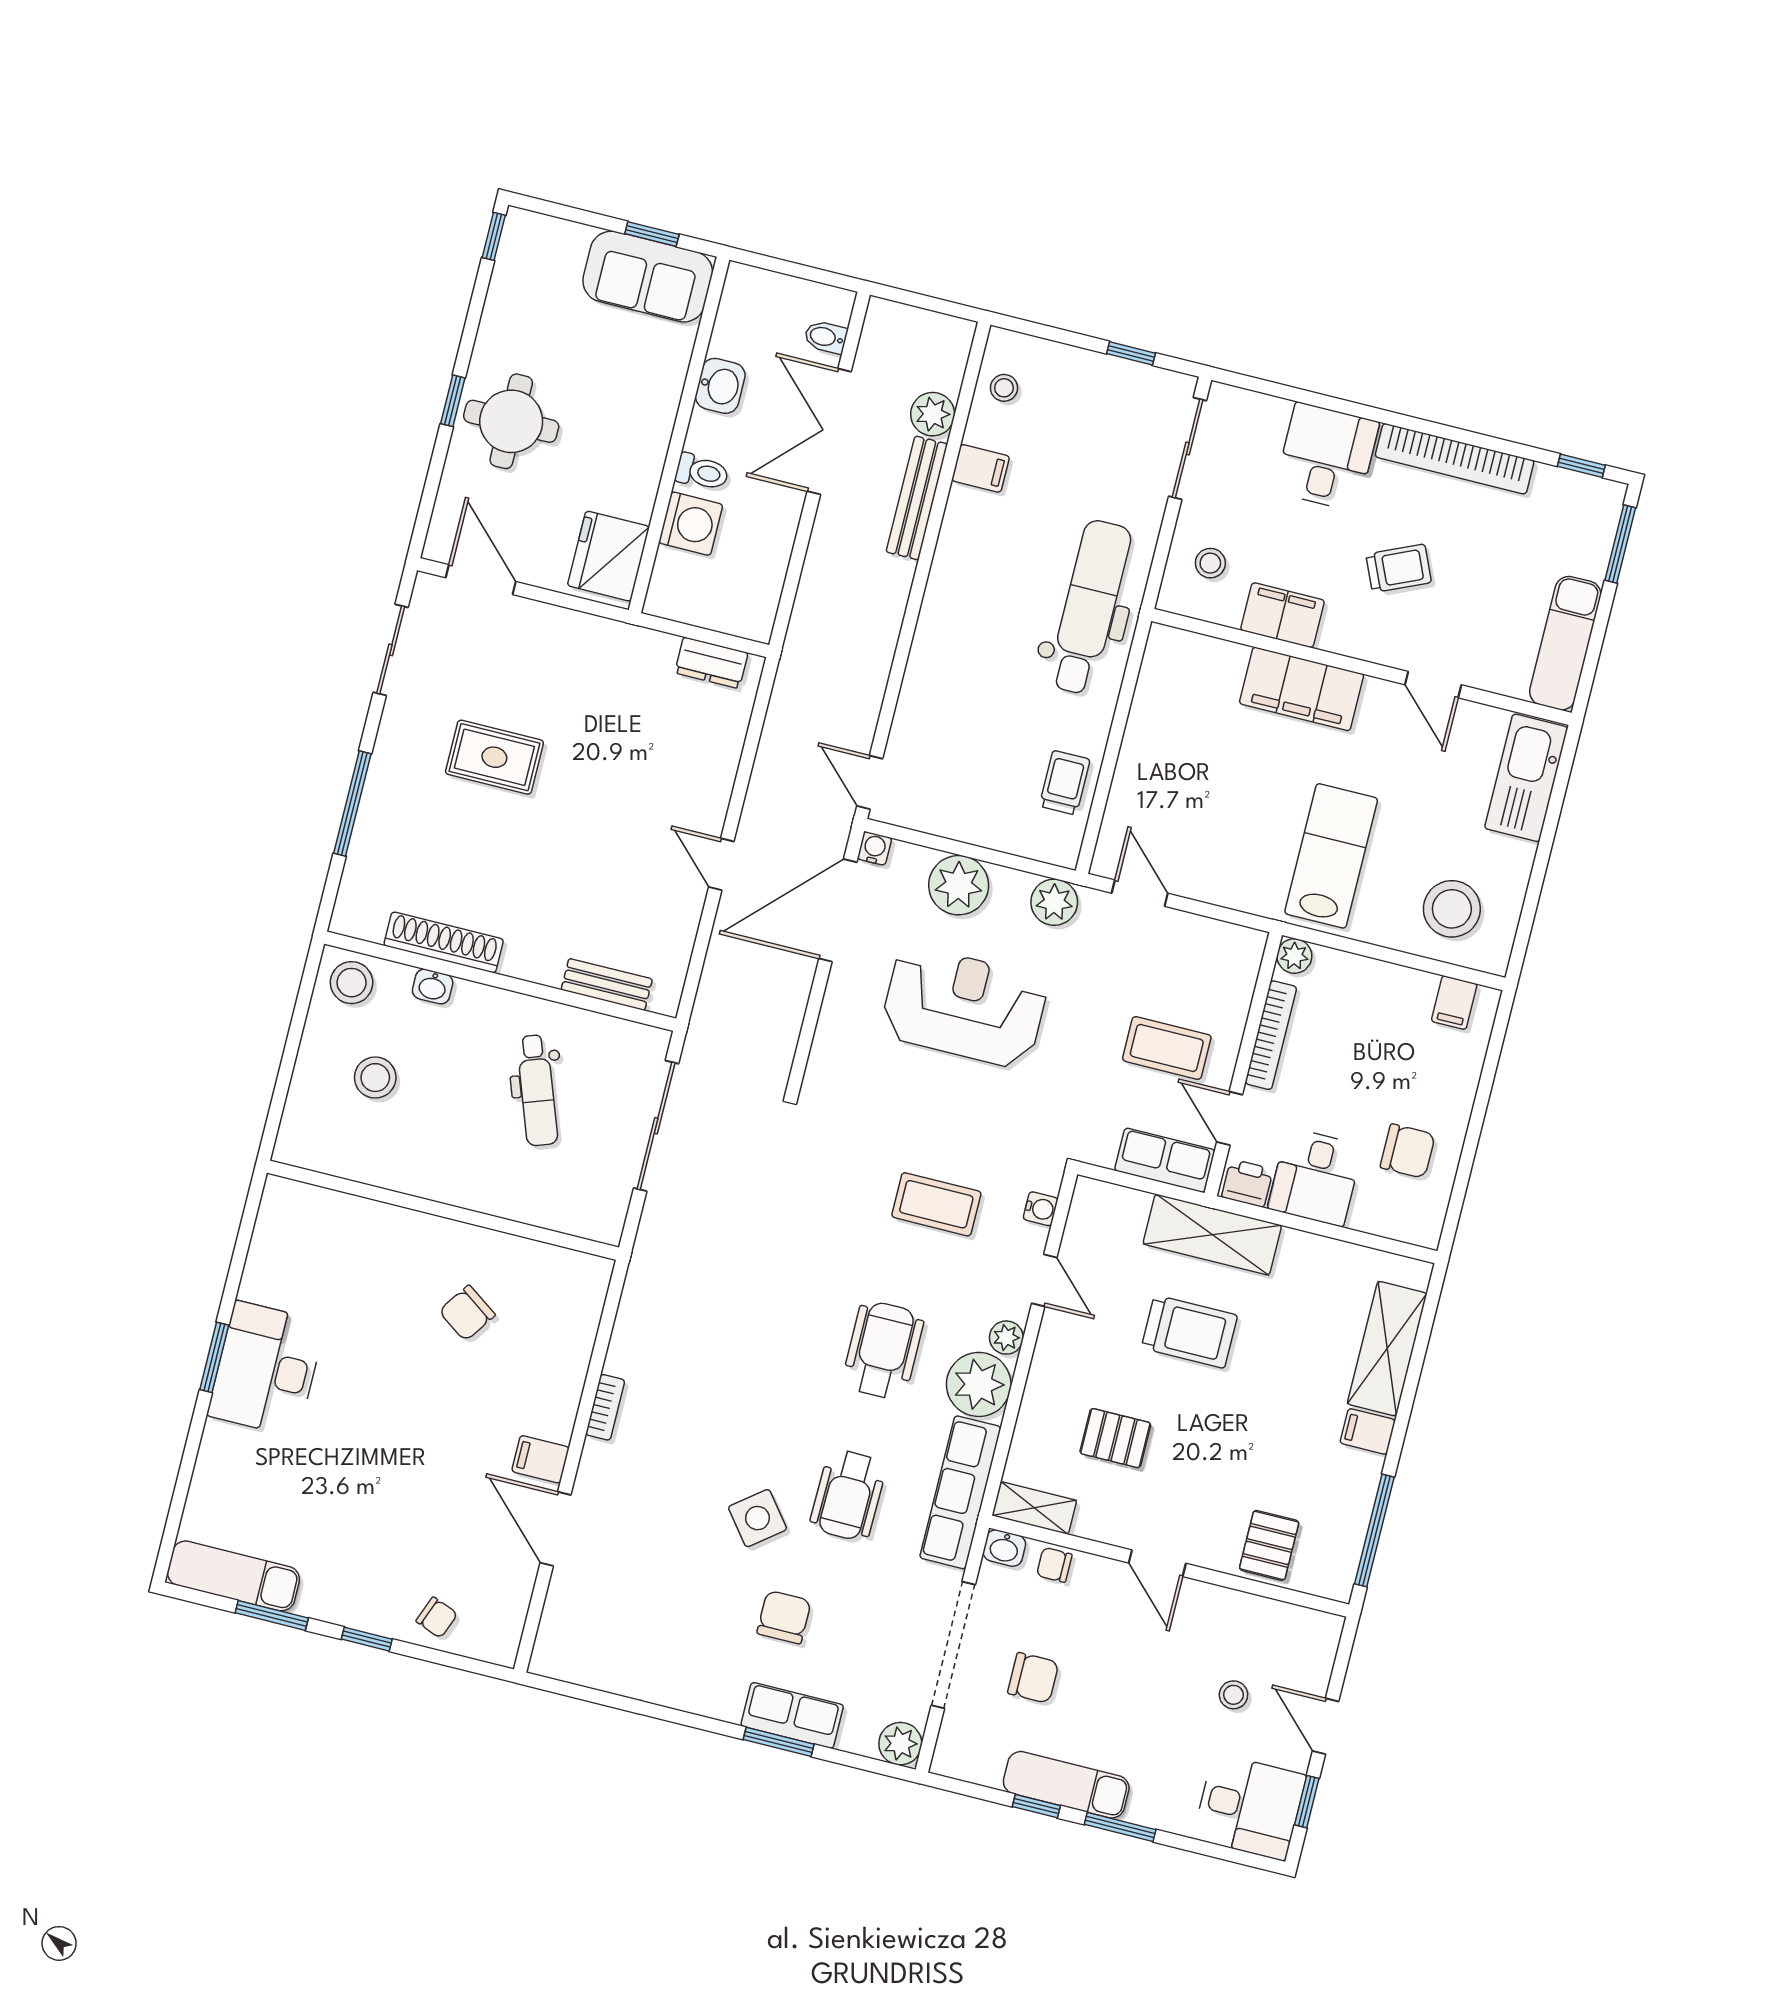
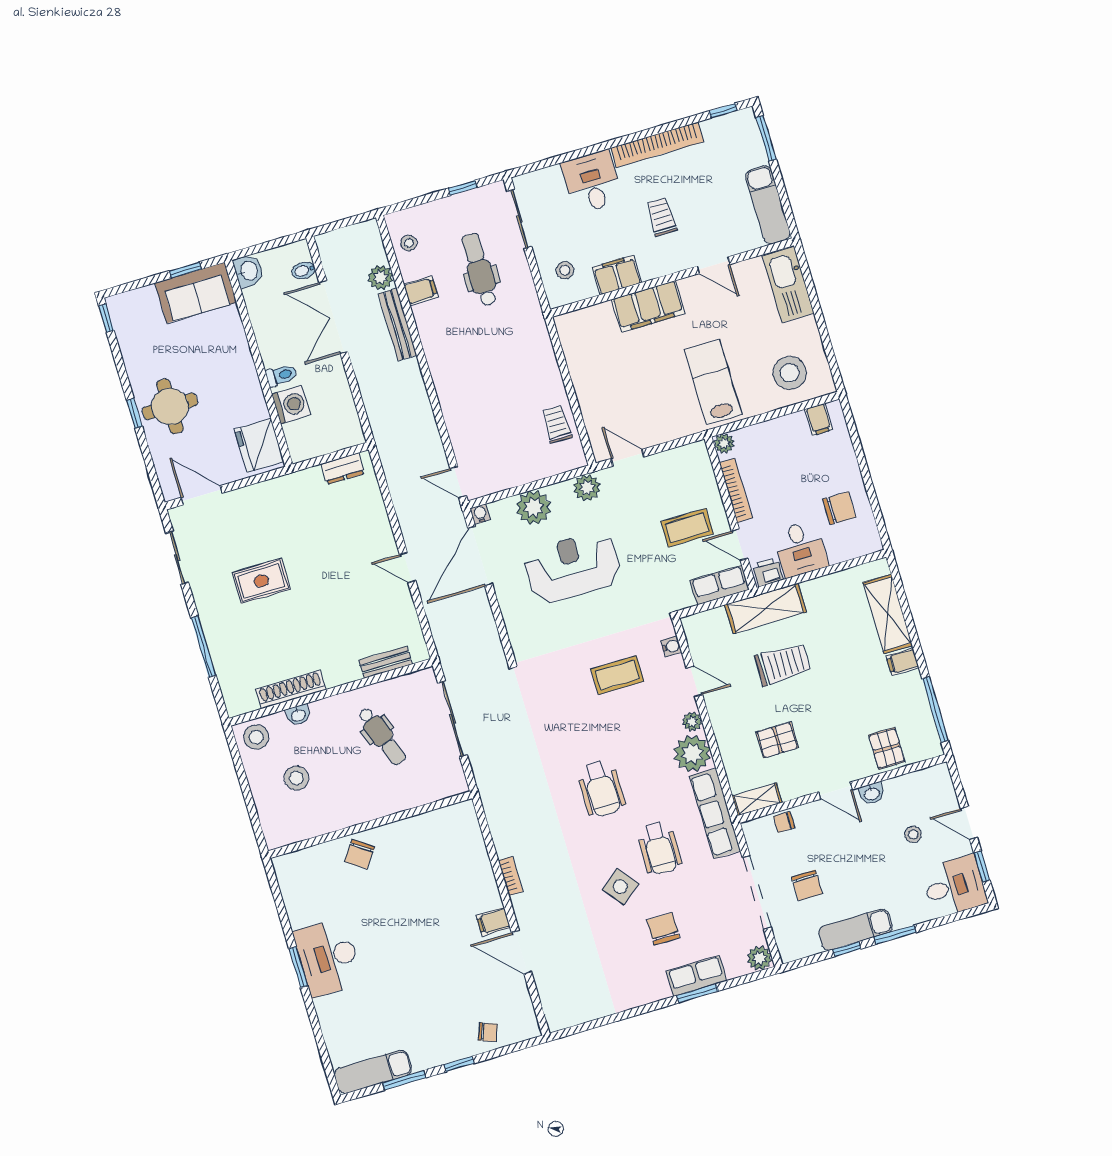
washbasin: (720, 386) -> (248, 271), moved
trolley: (1399, 568) -> (662, 217), turned -66
dental chair: (1089, 607) -> (479, 270), moved, width x0.73, depth x0.72
chair: (467, 1313) -> (360, 854), moved
wheelchair: (883, 1350) -> (601, 788), moved, turned 180
washbasin: (1004, 1548) -> (872, 793), moved
chair: (1033, 1678) -> (807, 885), turned 90

